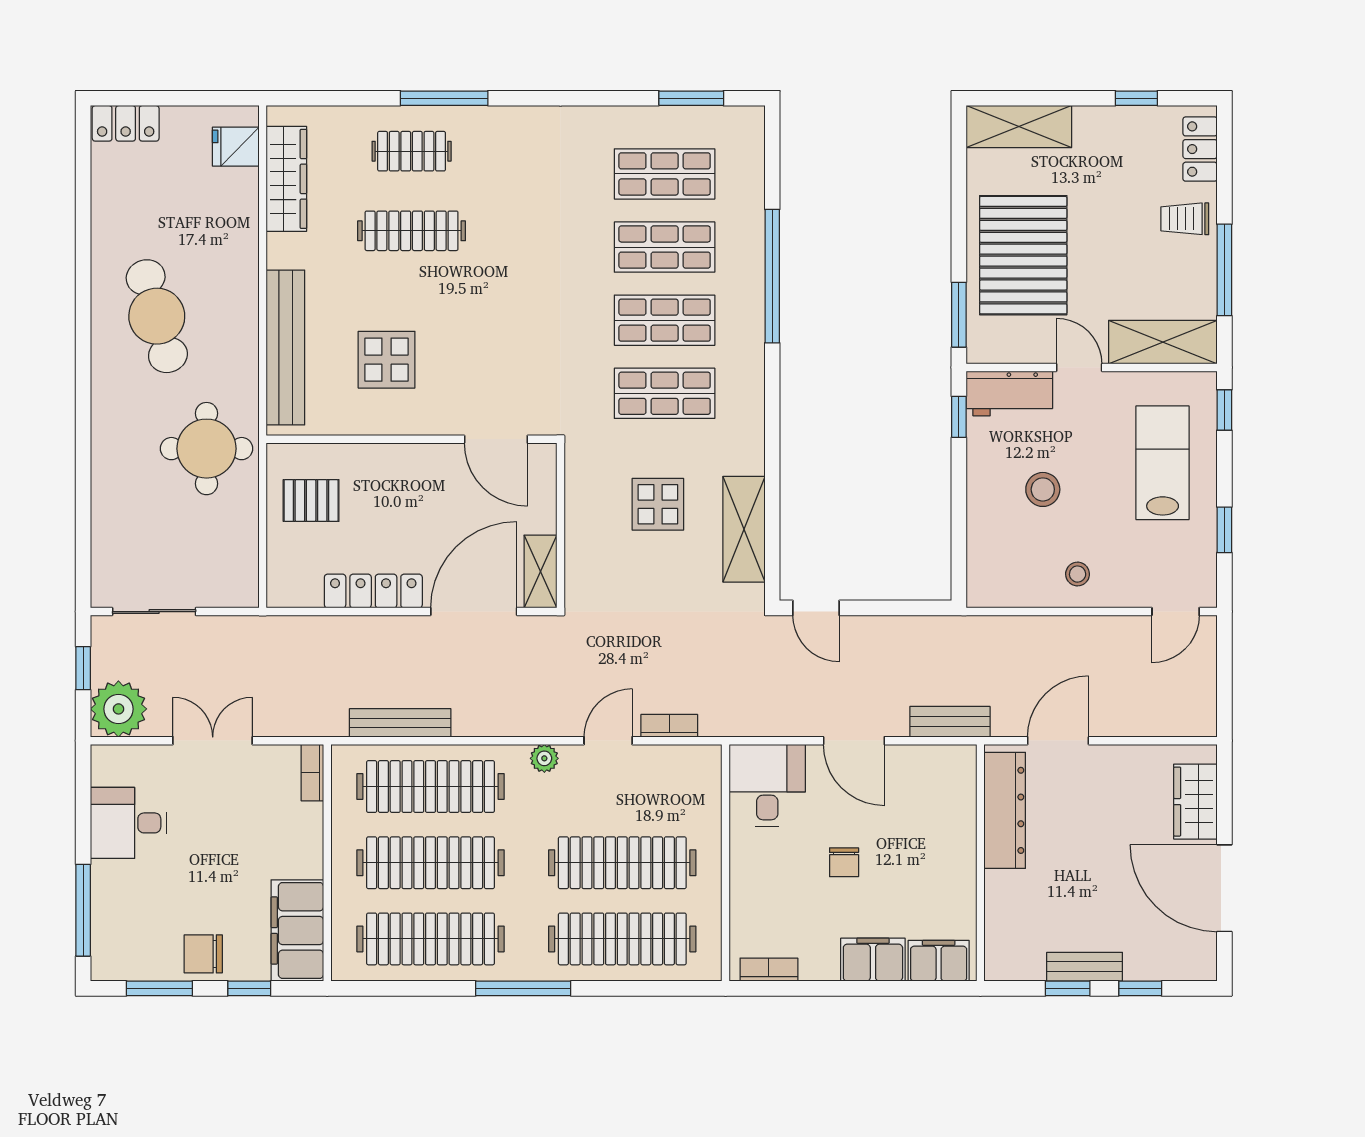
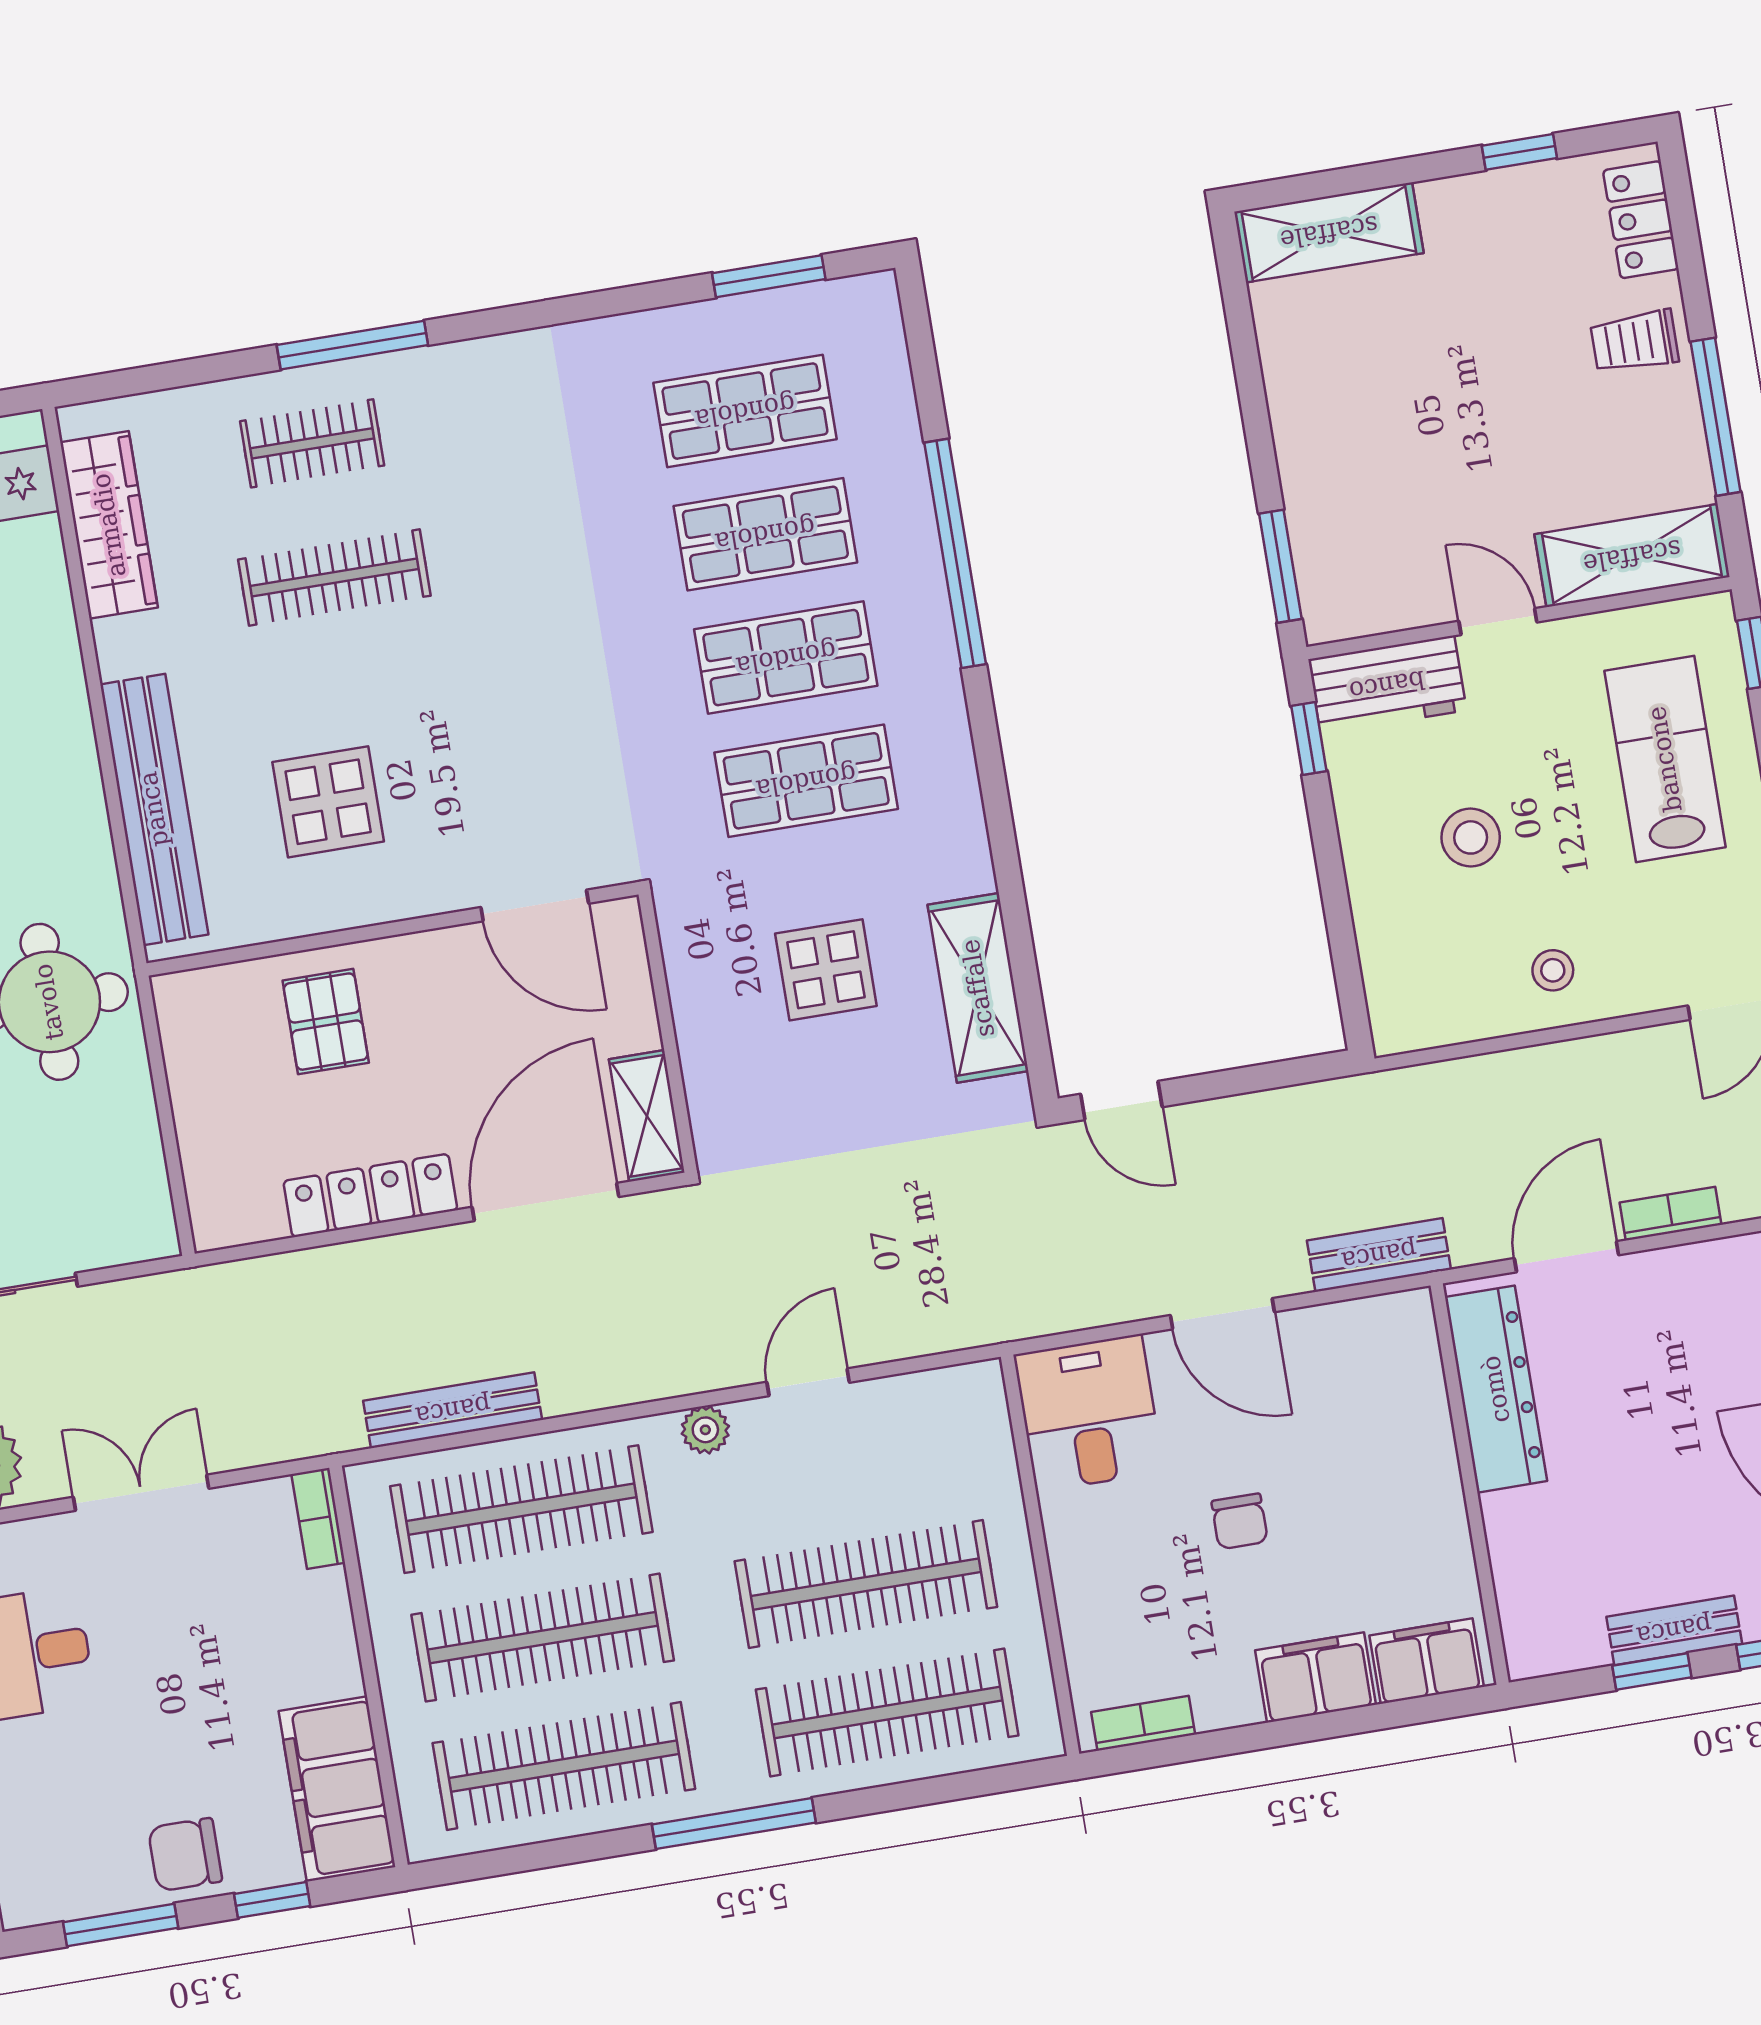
pallet: (1023, 255) -> (1372, 448), removed
pallet: (311, 500) -> (326, 1022), moved, turned 90
bookcase: (669, 726) -> (1670, 1214), moved

